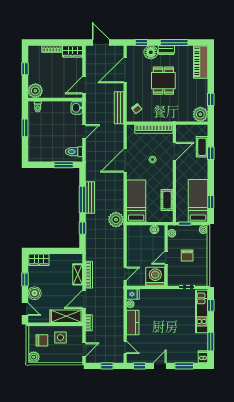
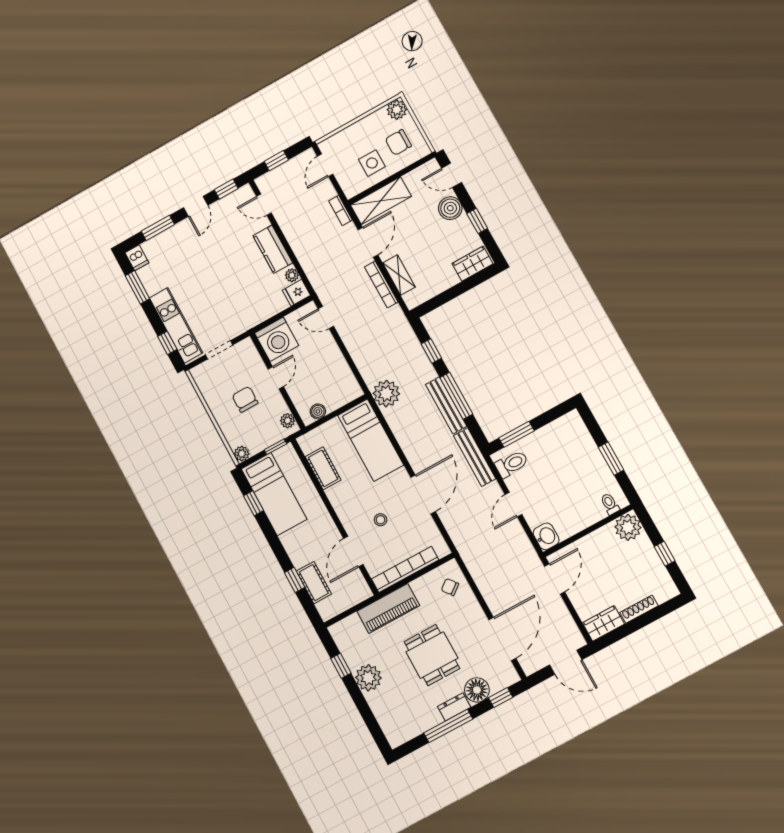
piano: (201, 62) -> (388, 608), moved, turned 90
bench: (119, 108) -> (475, 457), moved
plant: (200, 114) -> (368, 678), moved
door: (125, 274) -> (326, 317), hinge flipped

